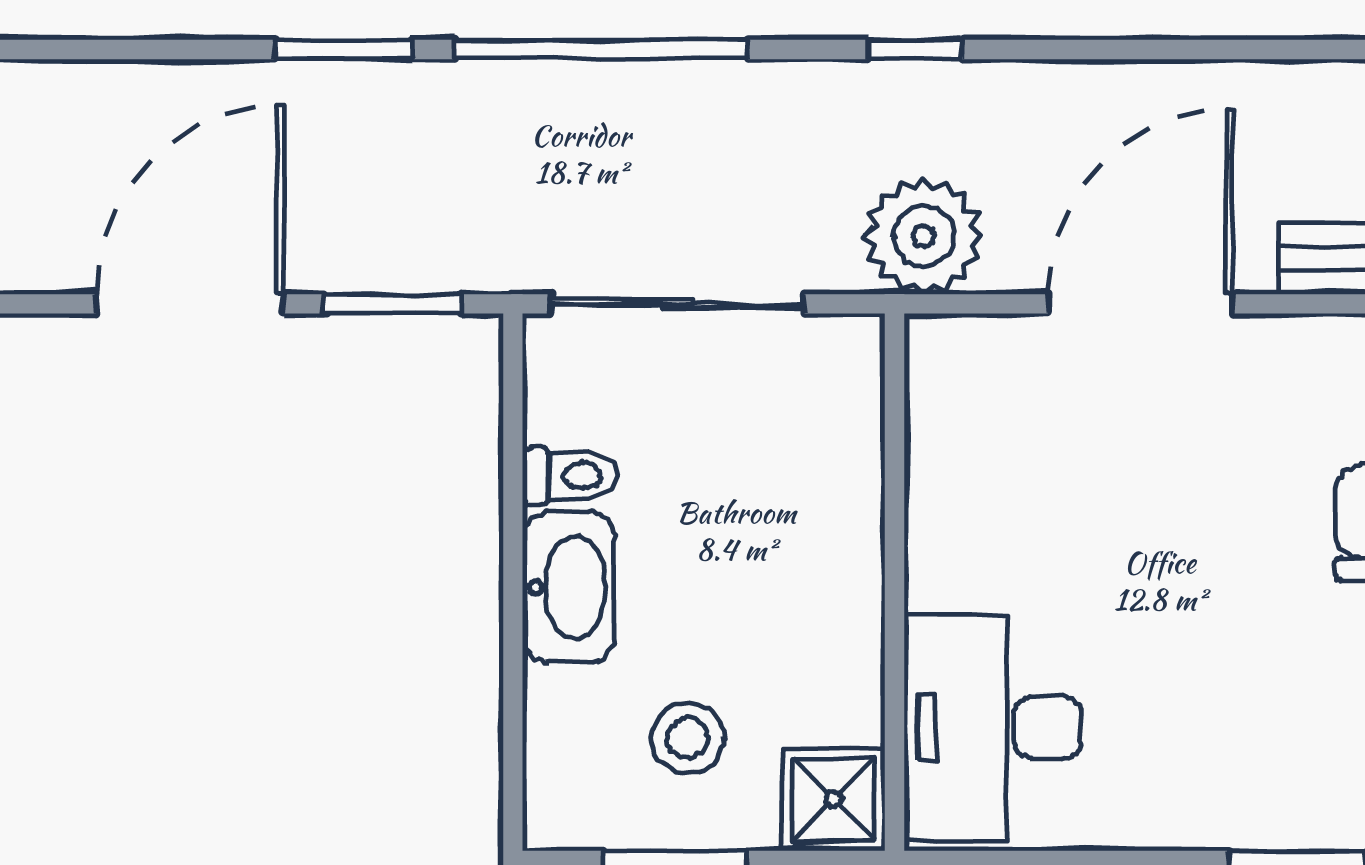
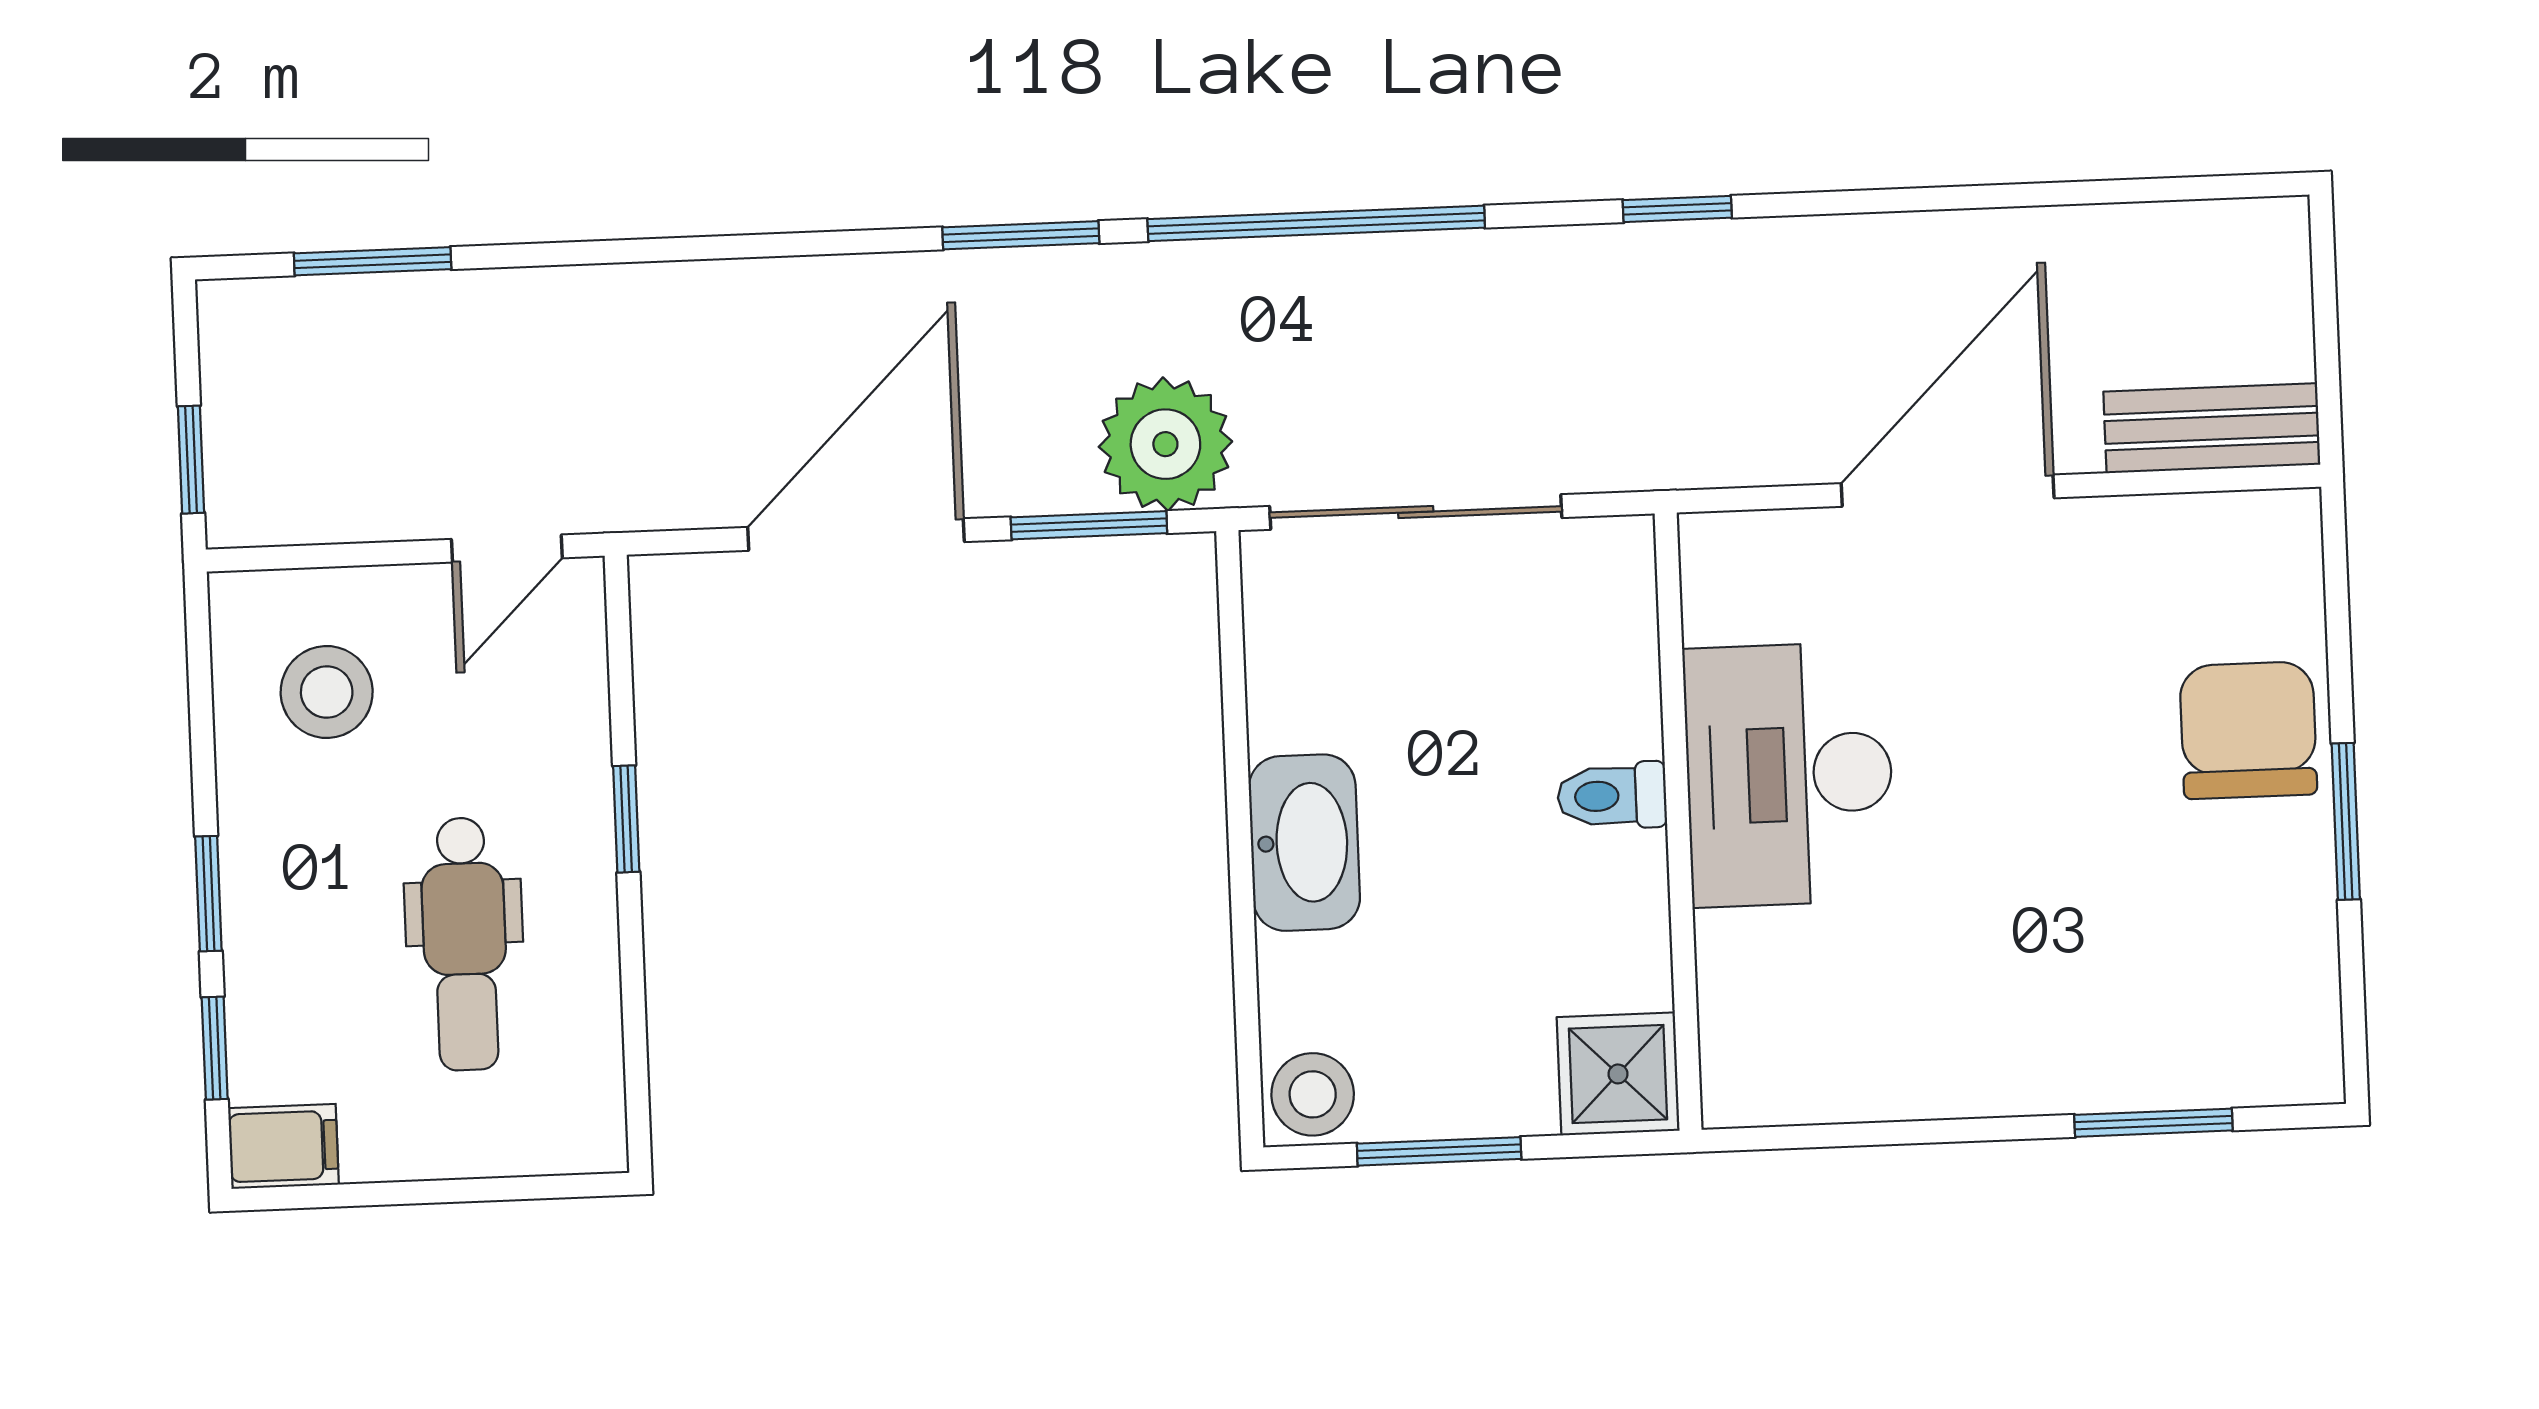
plant: (923, 236) -> (1165, 444), moved
toilet: (570, 476) -> (1612, 796), moved, turned 180
desk: (993, 727) -> (1789, 774), moved
stool: (688, 738) -> (1313, 1094), moved

